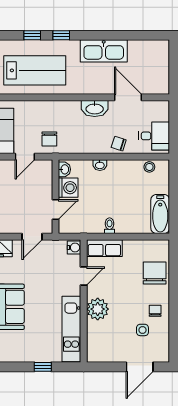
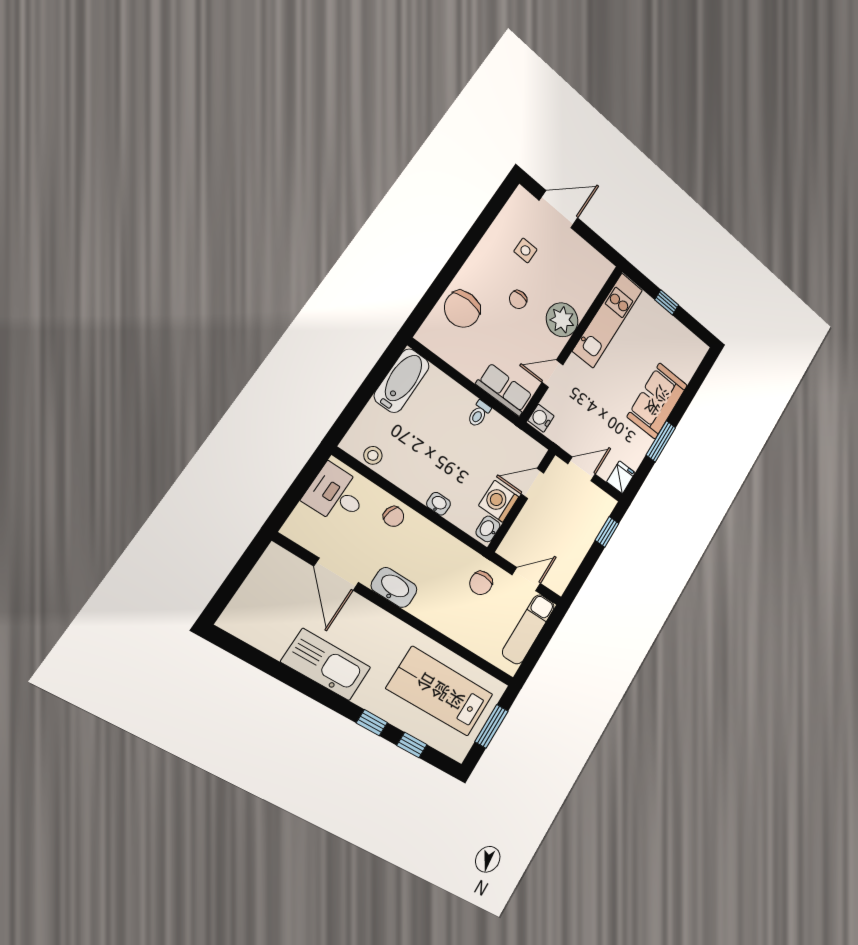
chair: (49, 139) -> (481, 583), turned 180
chair: (155, 311) -> (518, 300), moved

